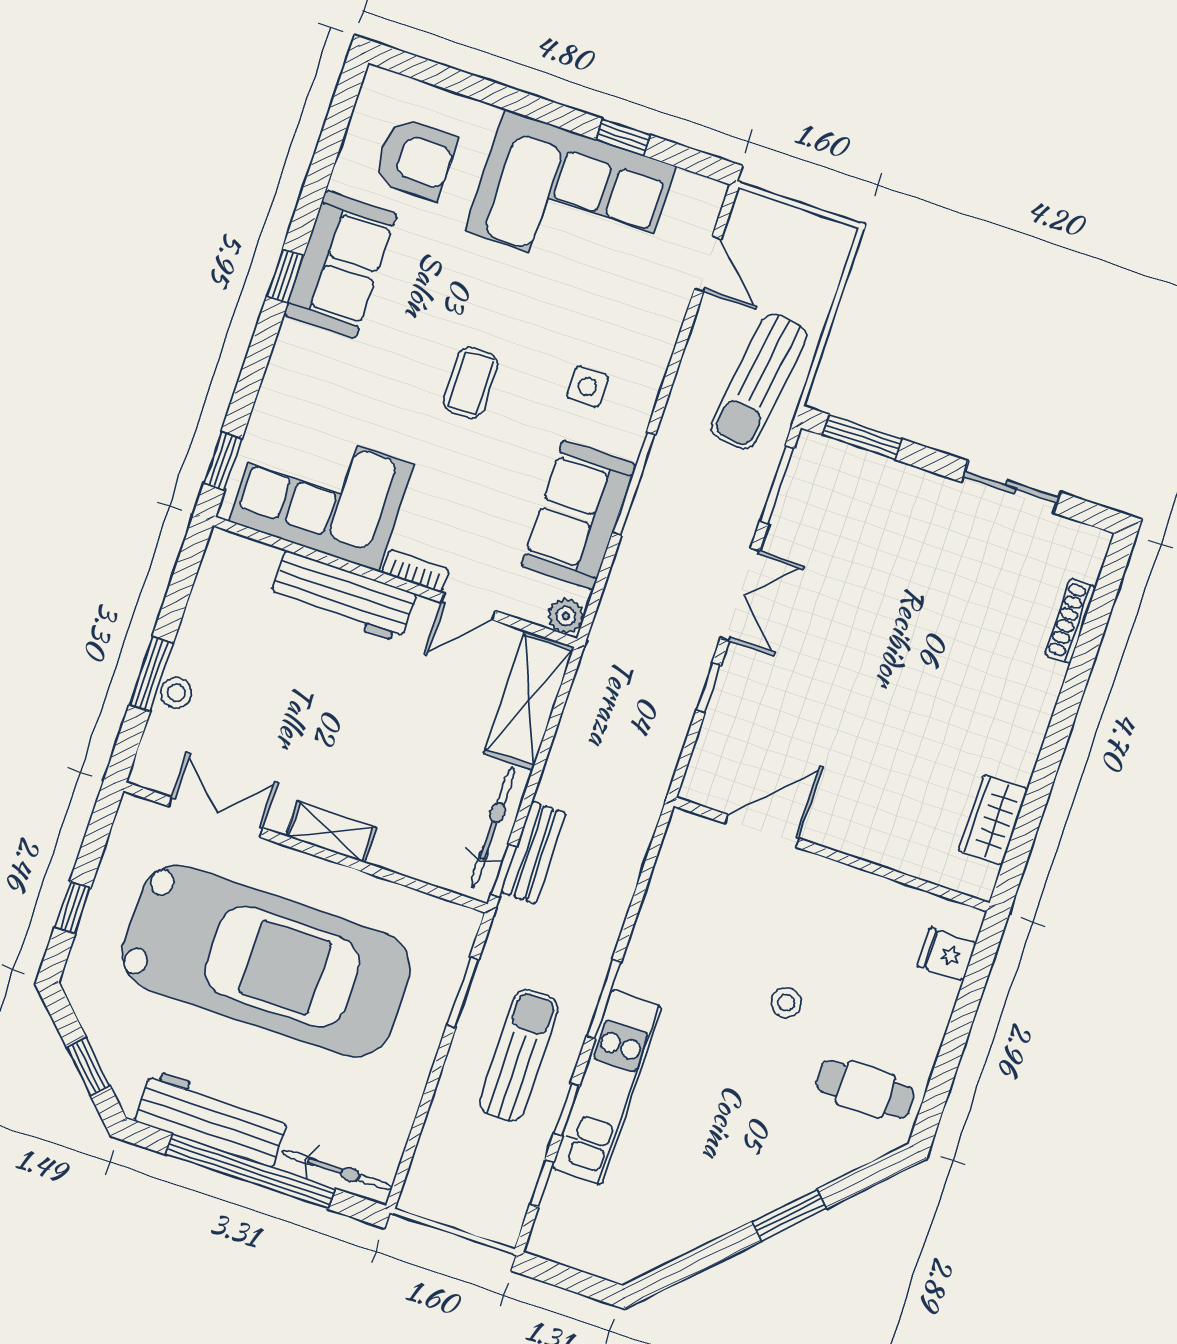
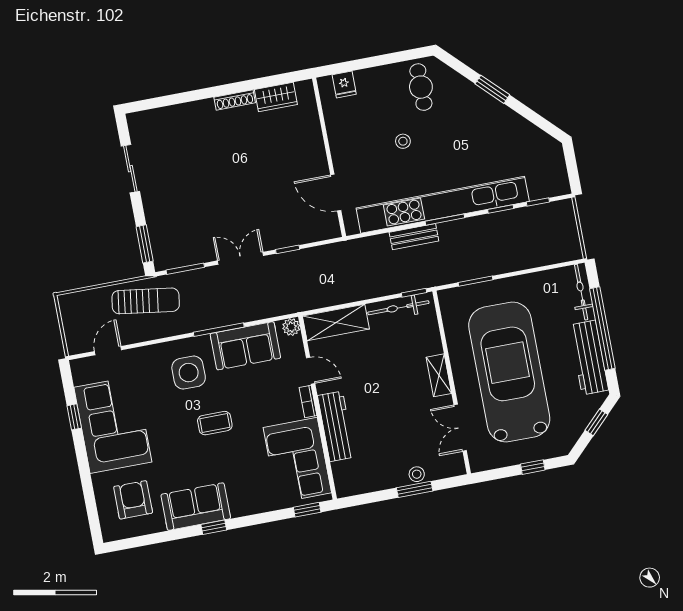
side table: (587, 386) -> (189, 373), width x1.87, depth x1.87
shoe rack: (1070, 621) -> (235, 100), moved
bench: (534, 853) -> (414, 237), moved
sun lounger: (519, 1055) -> (489, 242), removed
kitchen unit: (607, 1087) -> (443, 205), width x1.86

